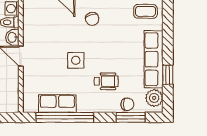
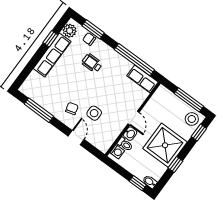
coffee table: (145, 11) -> (35, 89), removed
side table: (76, 60) -> (94, 113), moved
row of seats: (57, 104) -> (142, 79), moved

